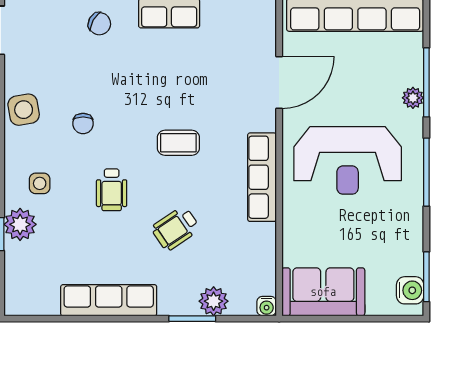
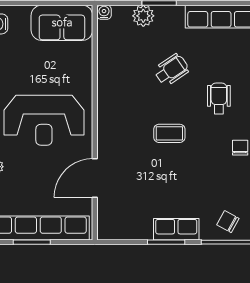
reception desk: (348, 160) -> (44, 120), turned 180
row of seats: (262, 177) -> (107, 108), removed

